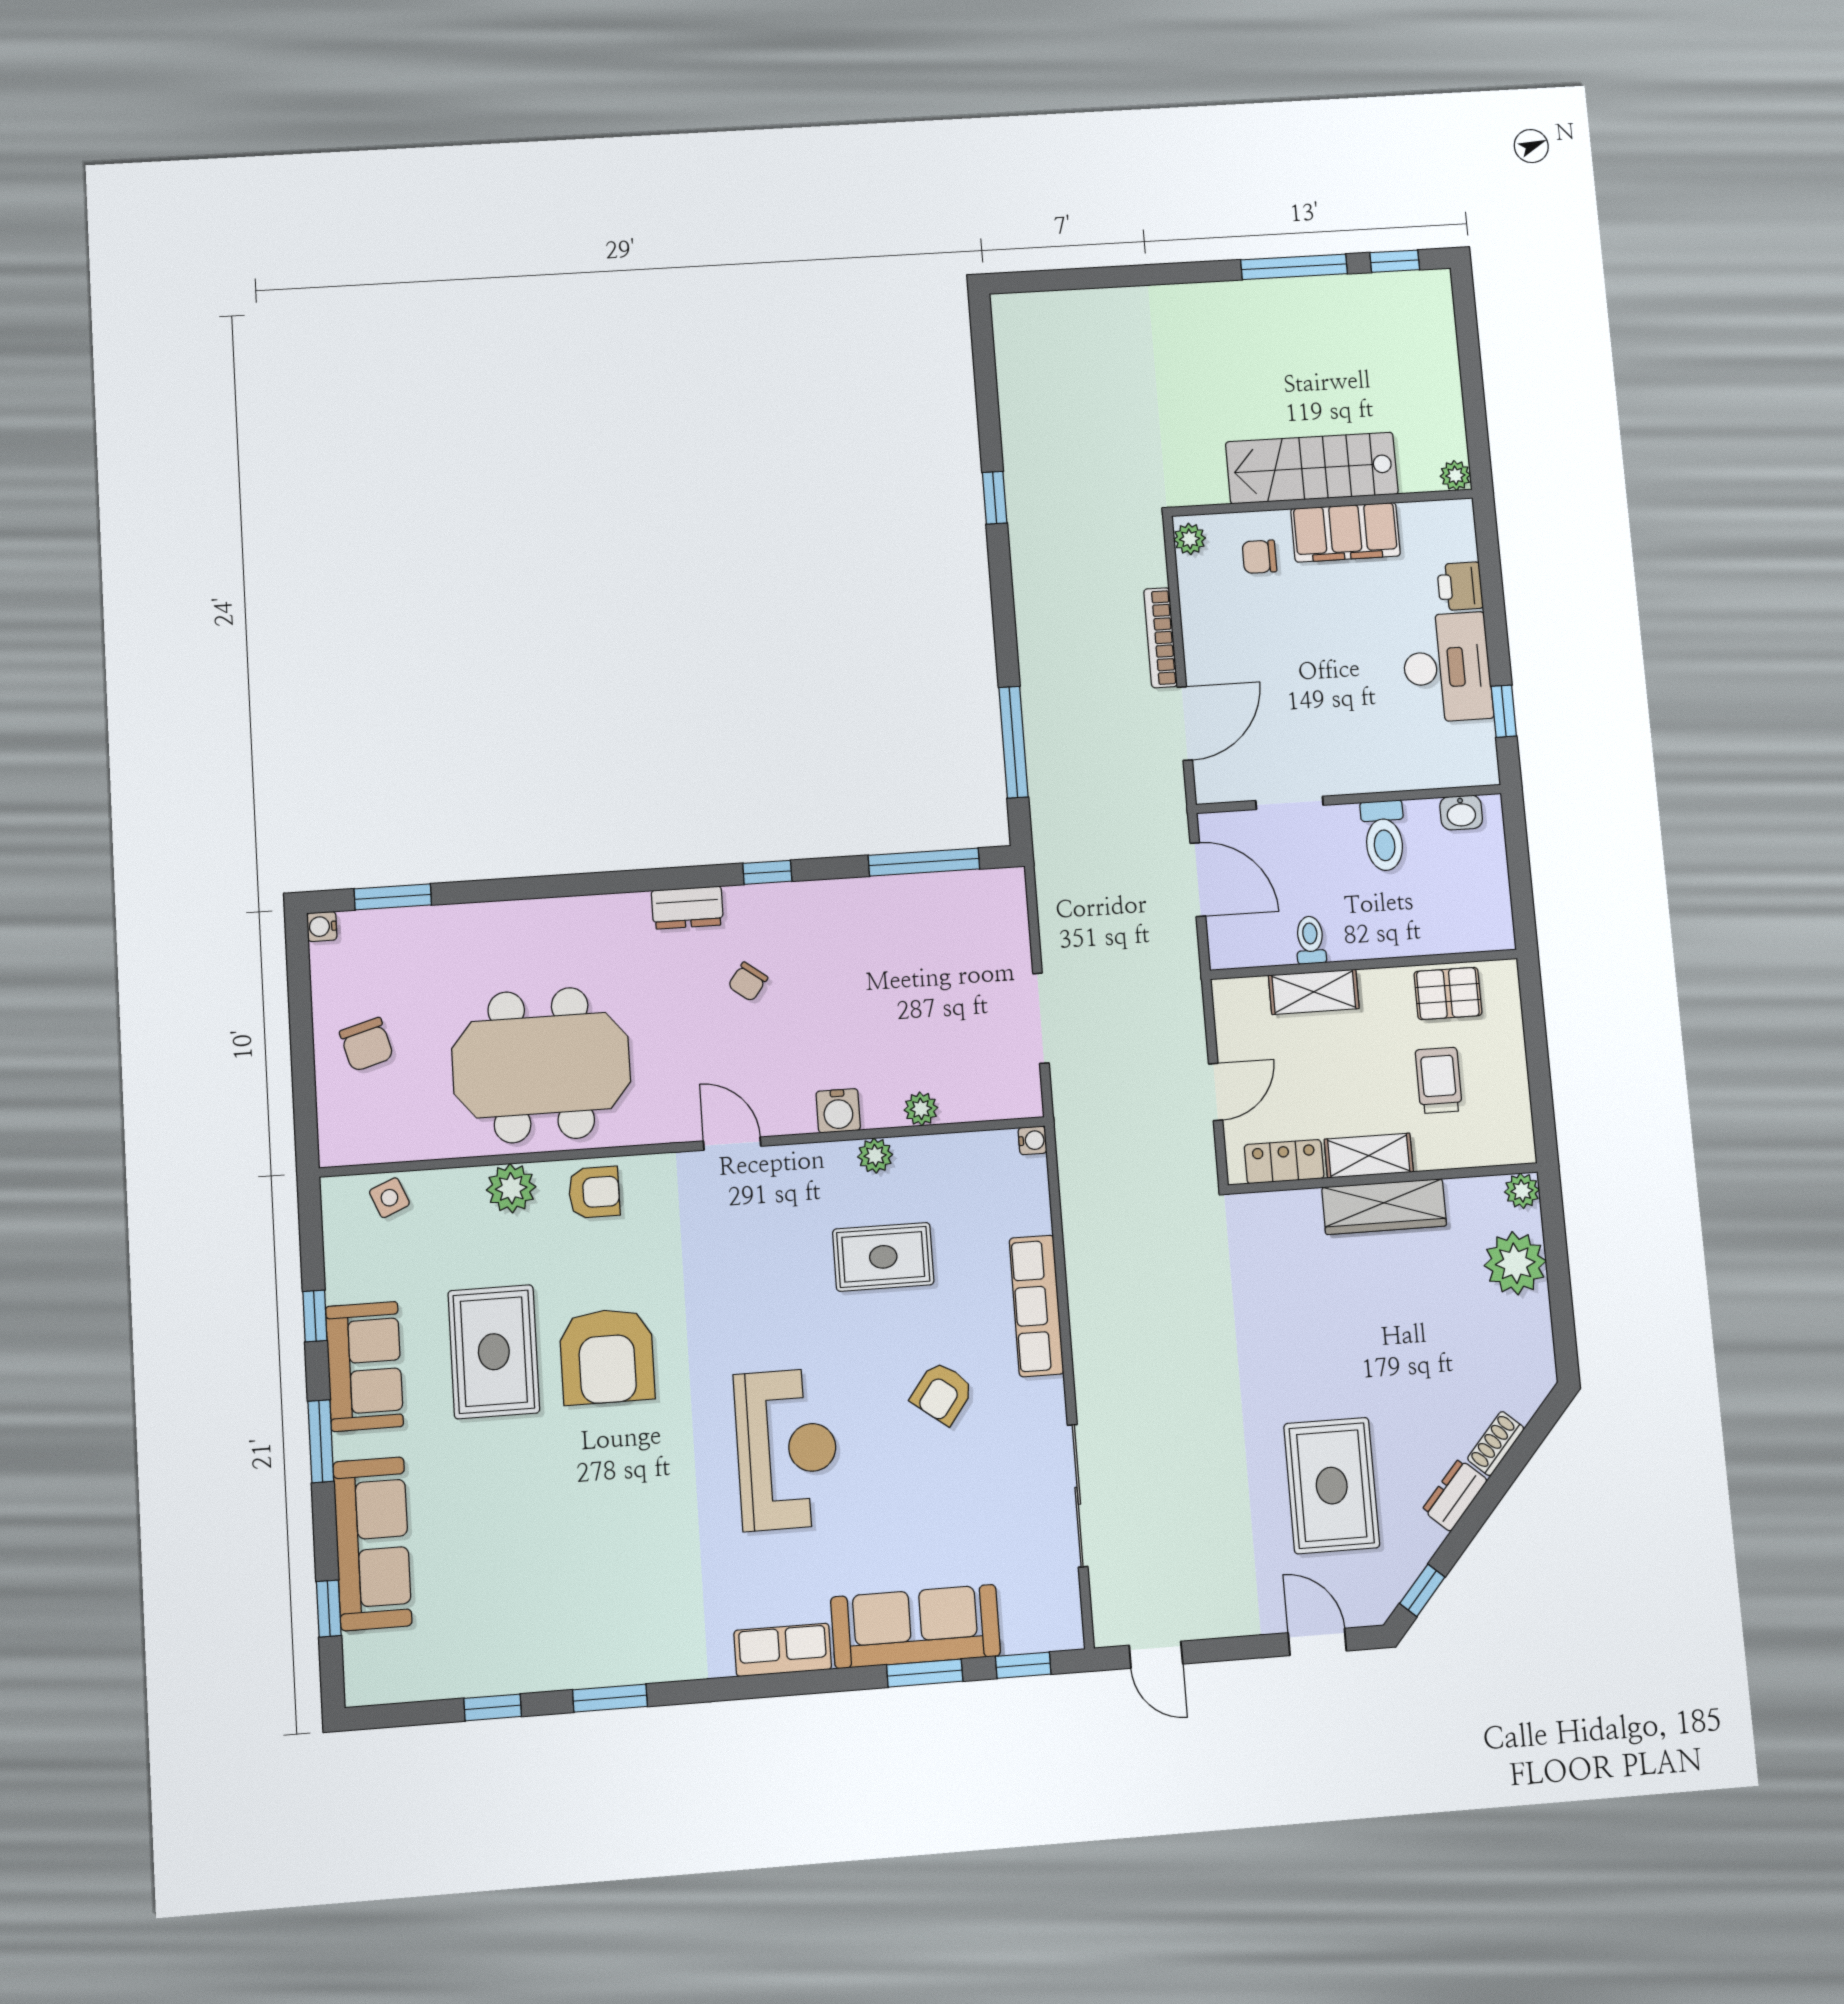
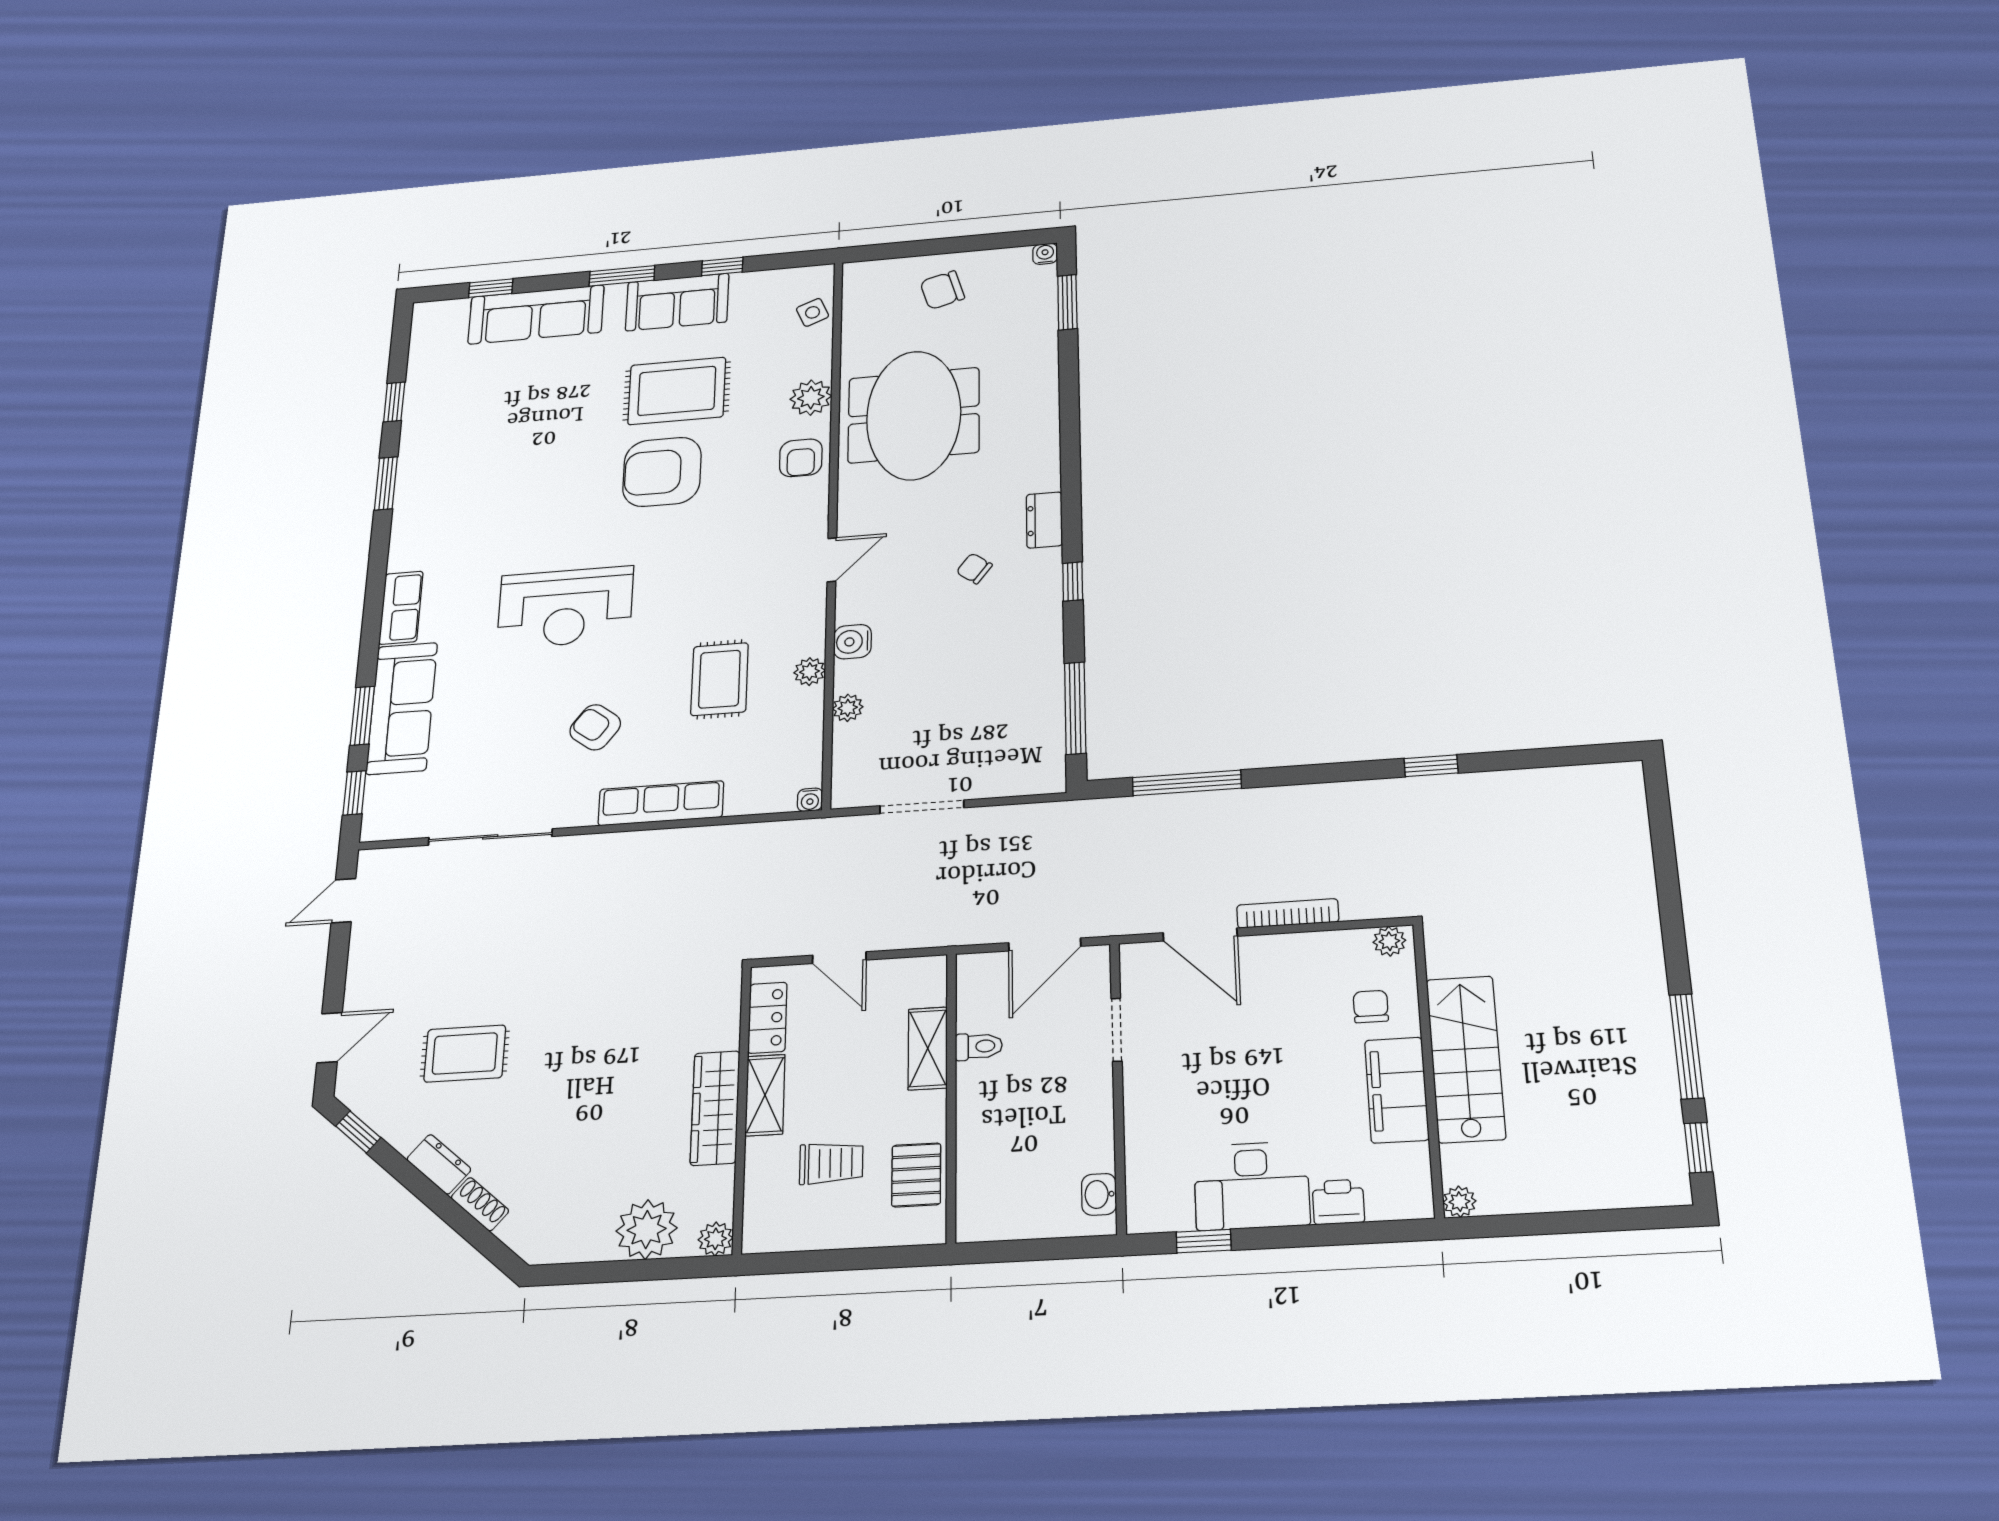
toilet: (1384, 836) -> (1079, 1118), removed
rug: (1332, 1486) -> (465, 1054), width x0.73, depth x0.70

